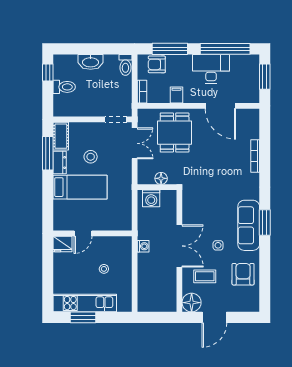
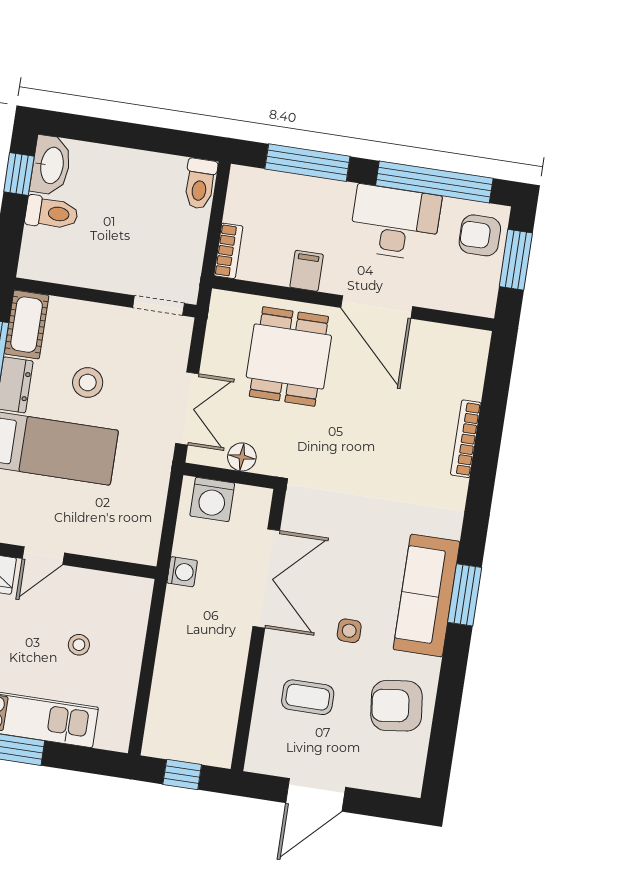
washbasin: (91, 62) -> (51, 165), moved, turned -90
armchair: (157, 64) -> (480, 235), moved
door: (220, 106) -> (377, 307), moved
double door: (135, 143) -> (187, 408), moved
washing machine: (143, 246) -> (182, 572), moved
double door: (179, 246) -> (266, 578), moved
armchair: (243, 274) -> (396, 706), turned -97
floor lamp: (192, 303) -> (268, 753), removed
window: (156, 317) -> (182, 775), added

